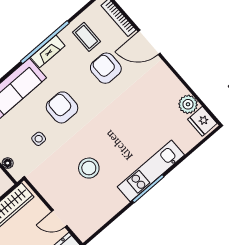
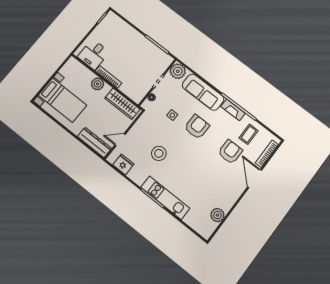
fridge: (202, 121) -> (123, 164), moved, turned 90
door: (59, 219) -> (120, 140), hinge flipped

